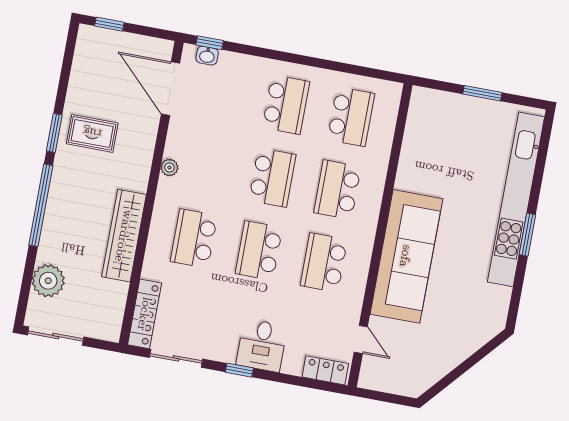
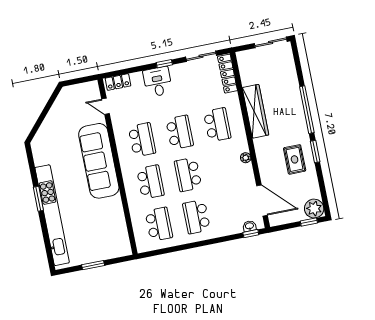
school desk: (351, 117) -> (159, 224), turned 180
rug: (92, 133) -> (295, 159), turned 90
plant: (48, 281) -> (314, 209), moved

